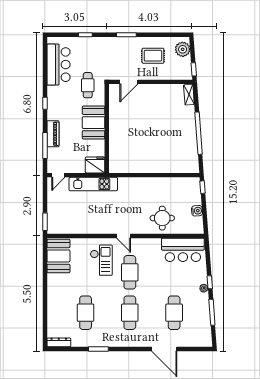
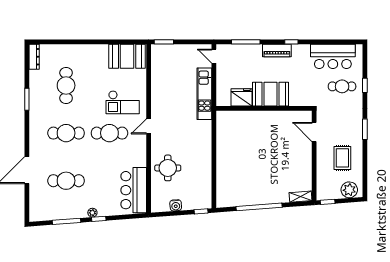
cafe table: (88, 85) -> (342, 86), moved
piano: (53, 134) -> (277, 50), moved
fridge: (95, 165) -> (241, 97), moved, turned -90
cafe table: (86, 313) -> (66, 85), turned 90

